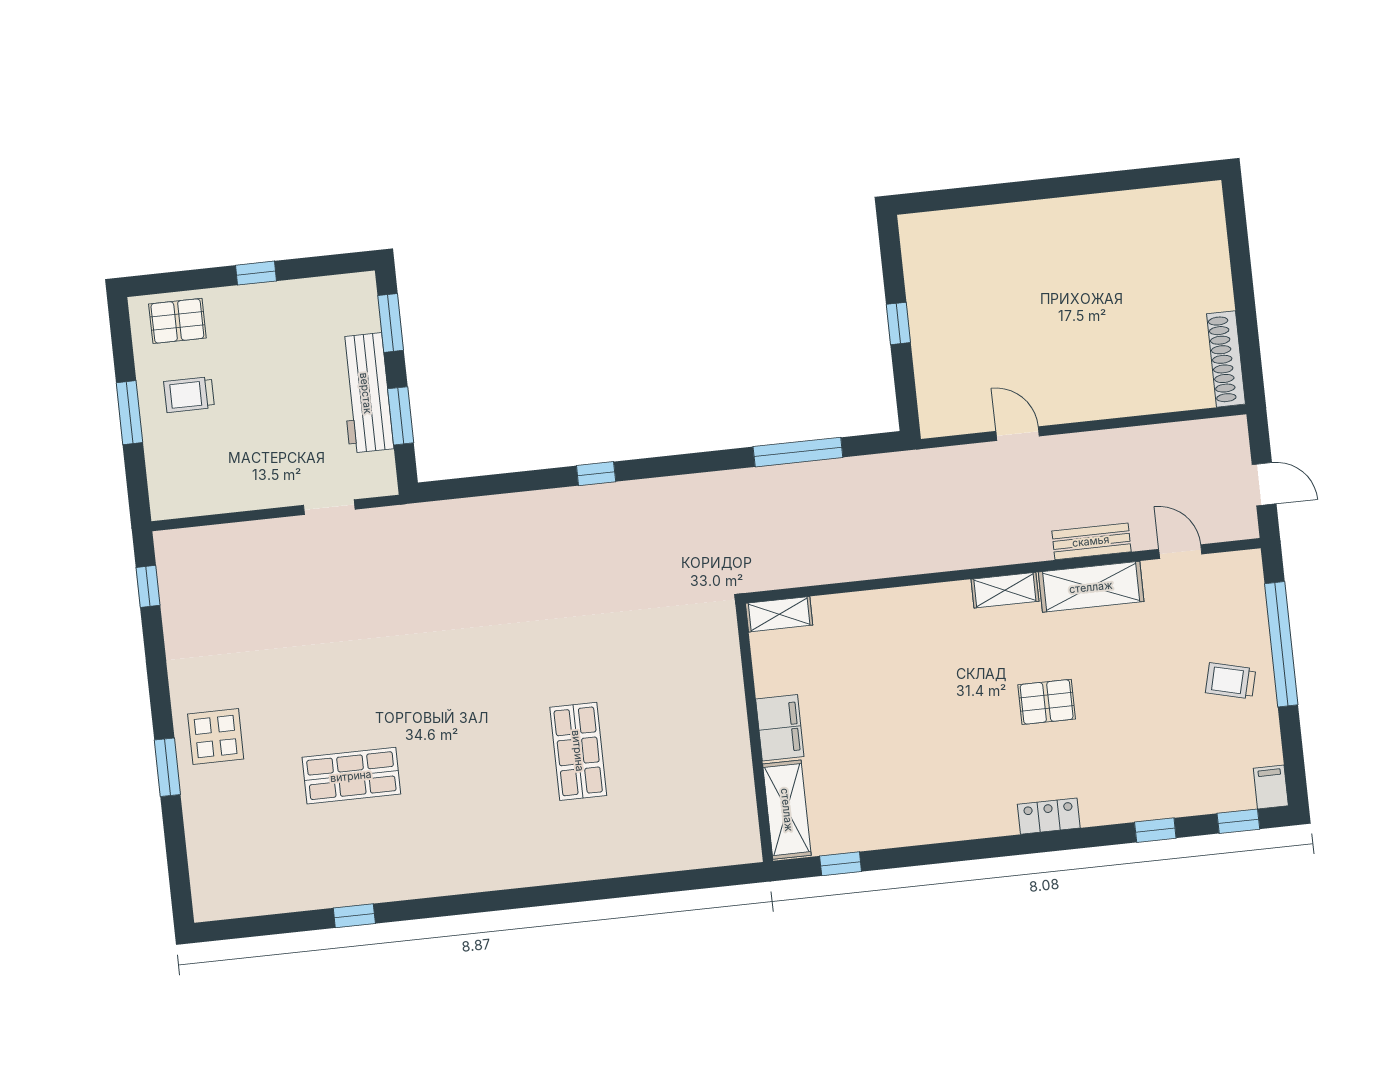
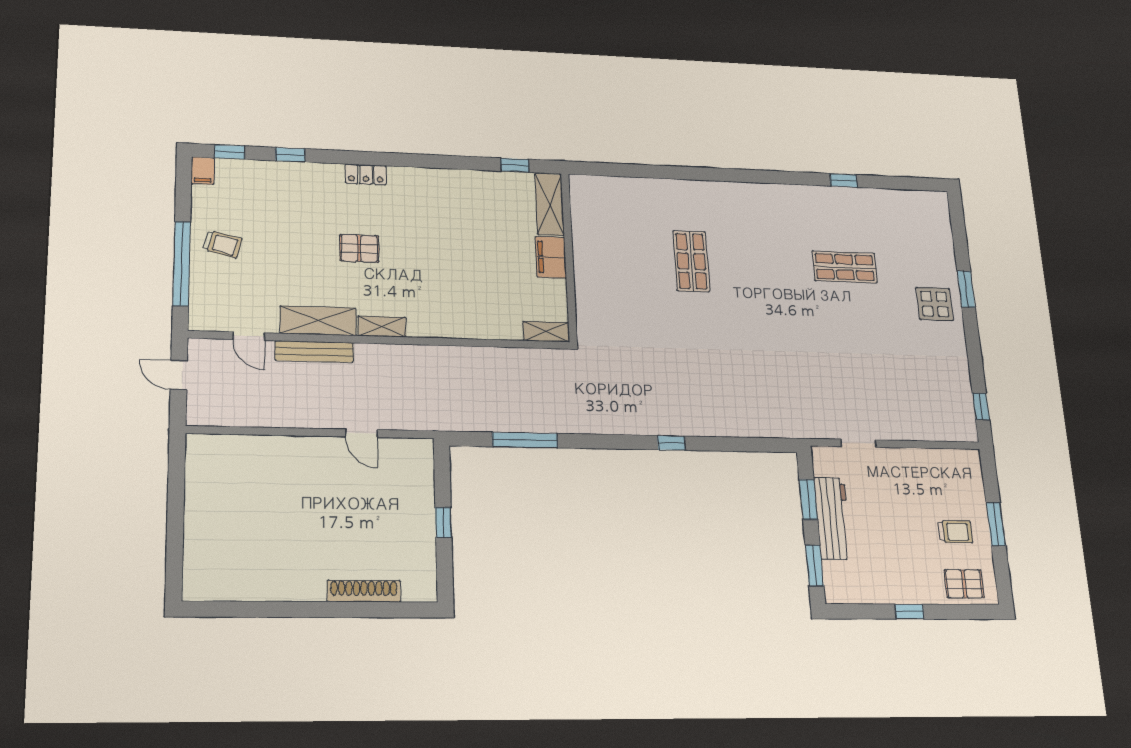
shoe rack: (1226, 359) -> (364, 591), moved, turned -90
bench: (1091, 541) -> (314, 352), width x1.36

